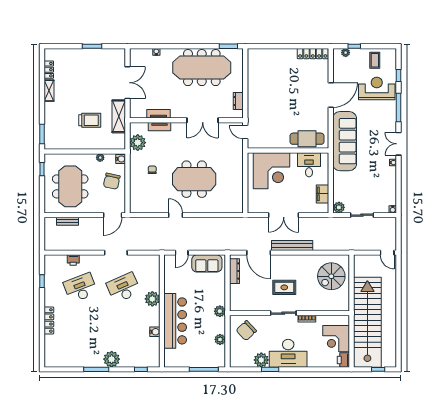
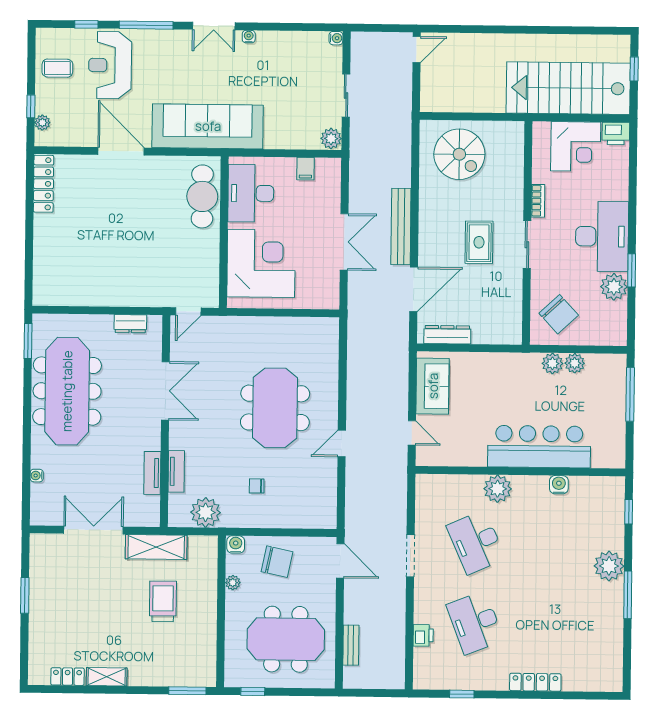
desk: (309, 165) -> (251, 193), width x1.37
filing cabinet: (323, 194) -> (306, 169), width x0.50
plant: (220, 311) -> (552, 363), moved
stairs: (367, 322) -> (568, 88), width x0.73

